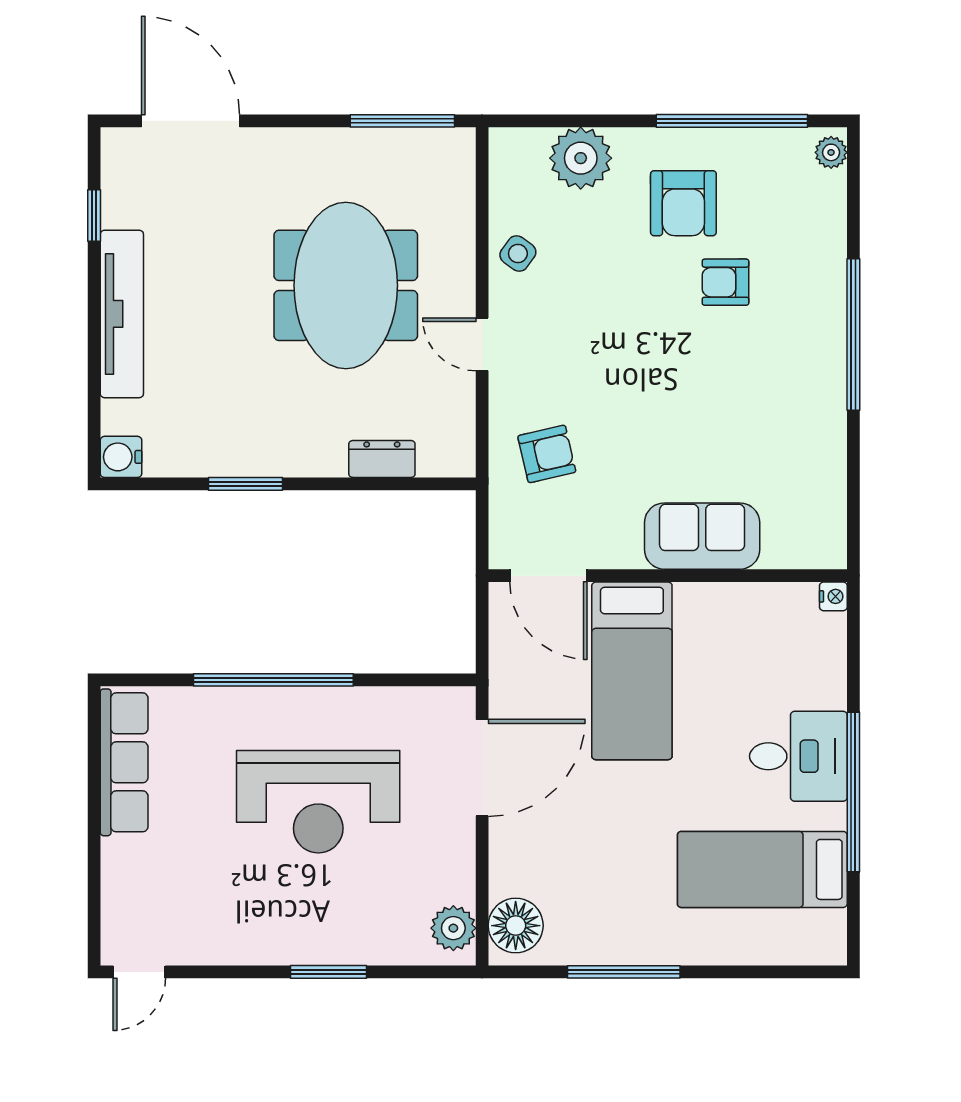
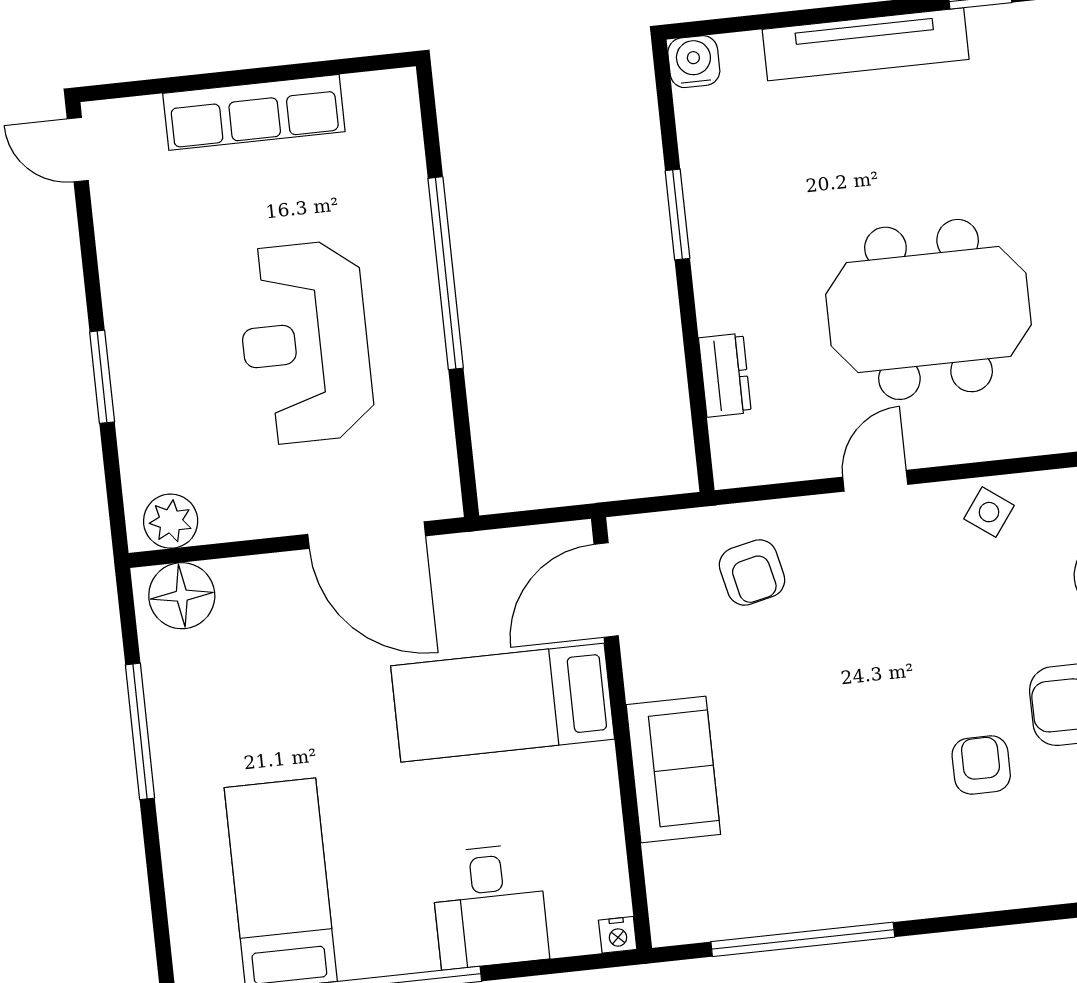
window: (853, 335) -> (803, 939), moved
desk: (798, 756) -> (490, 906), moved
row of seats: (124, 762) -> (254, 112), moved

